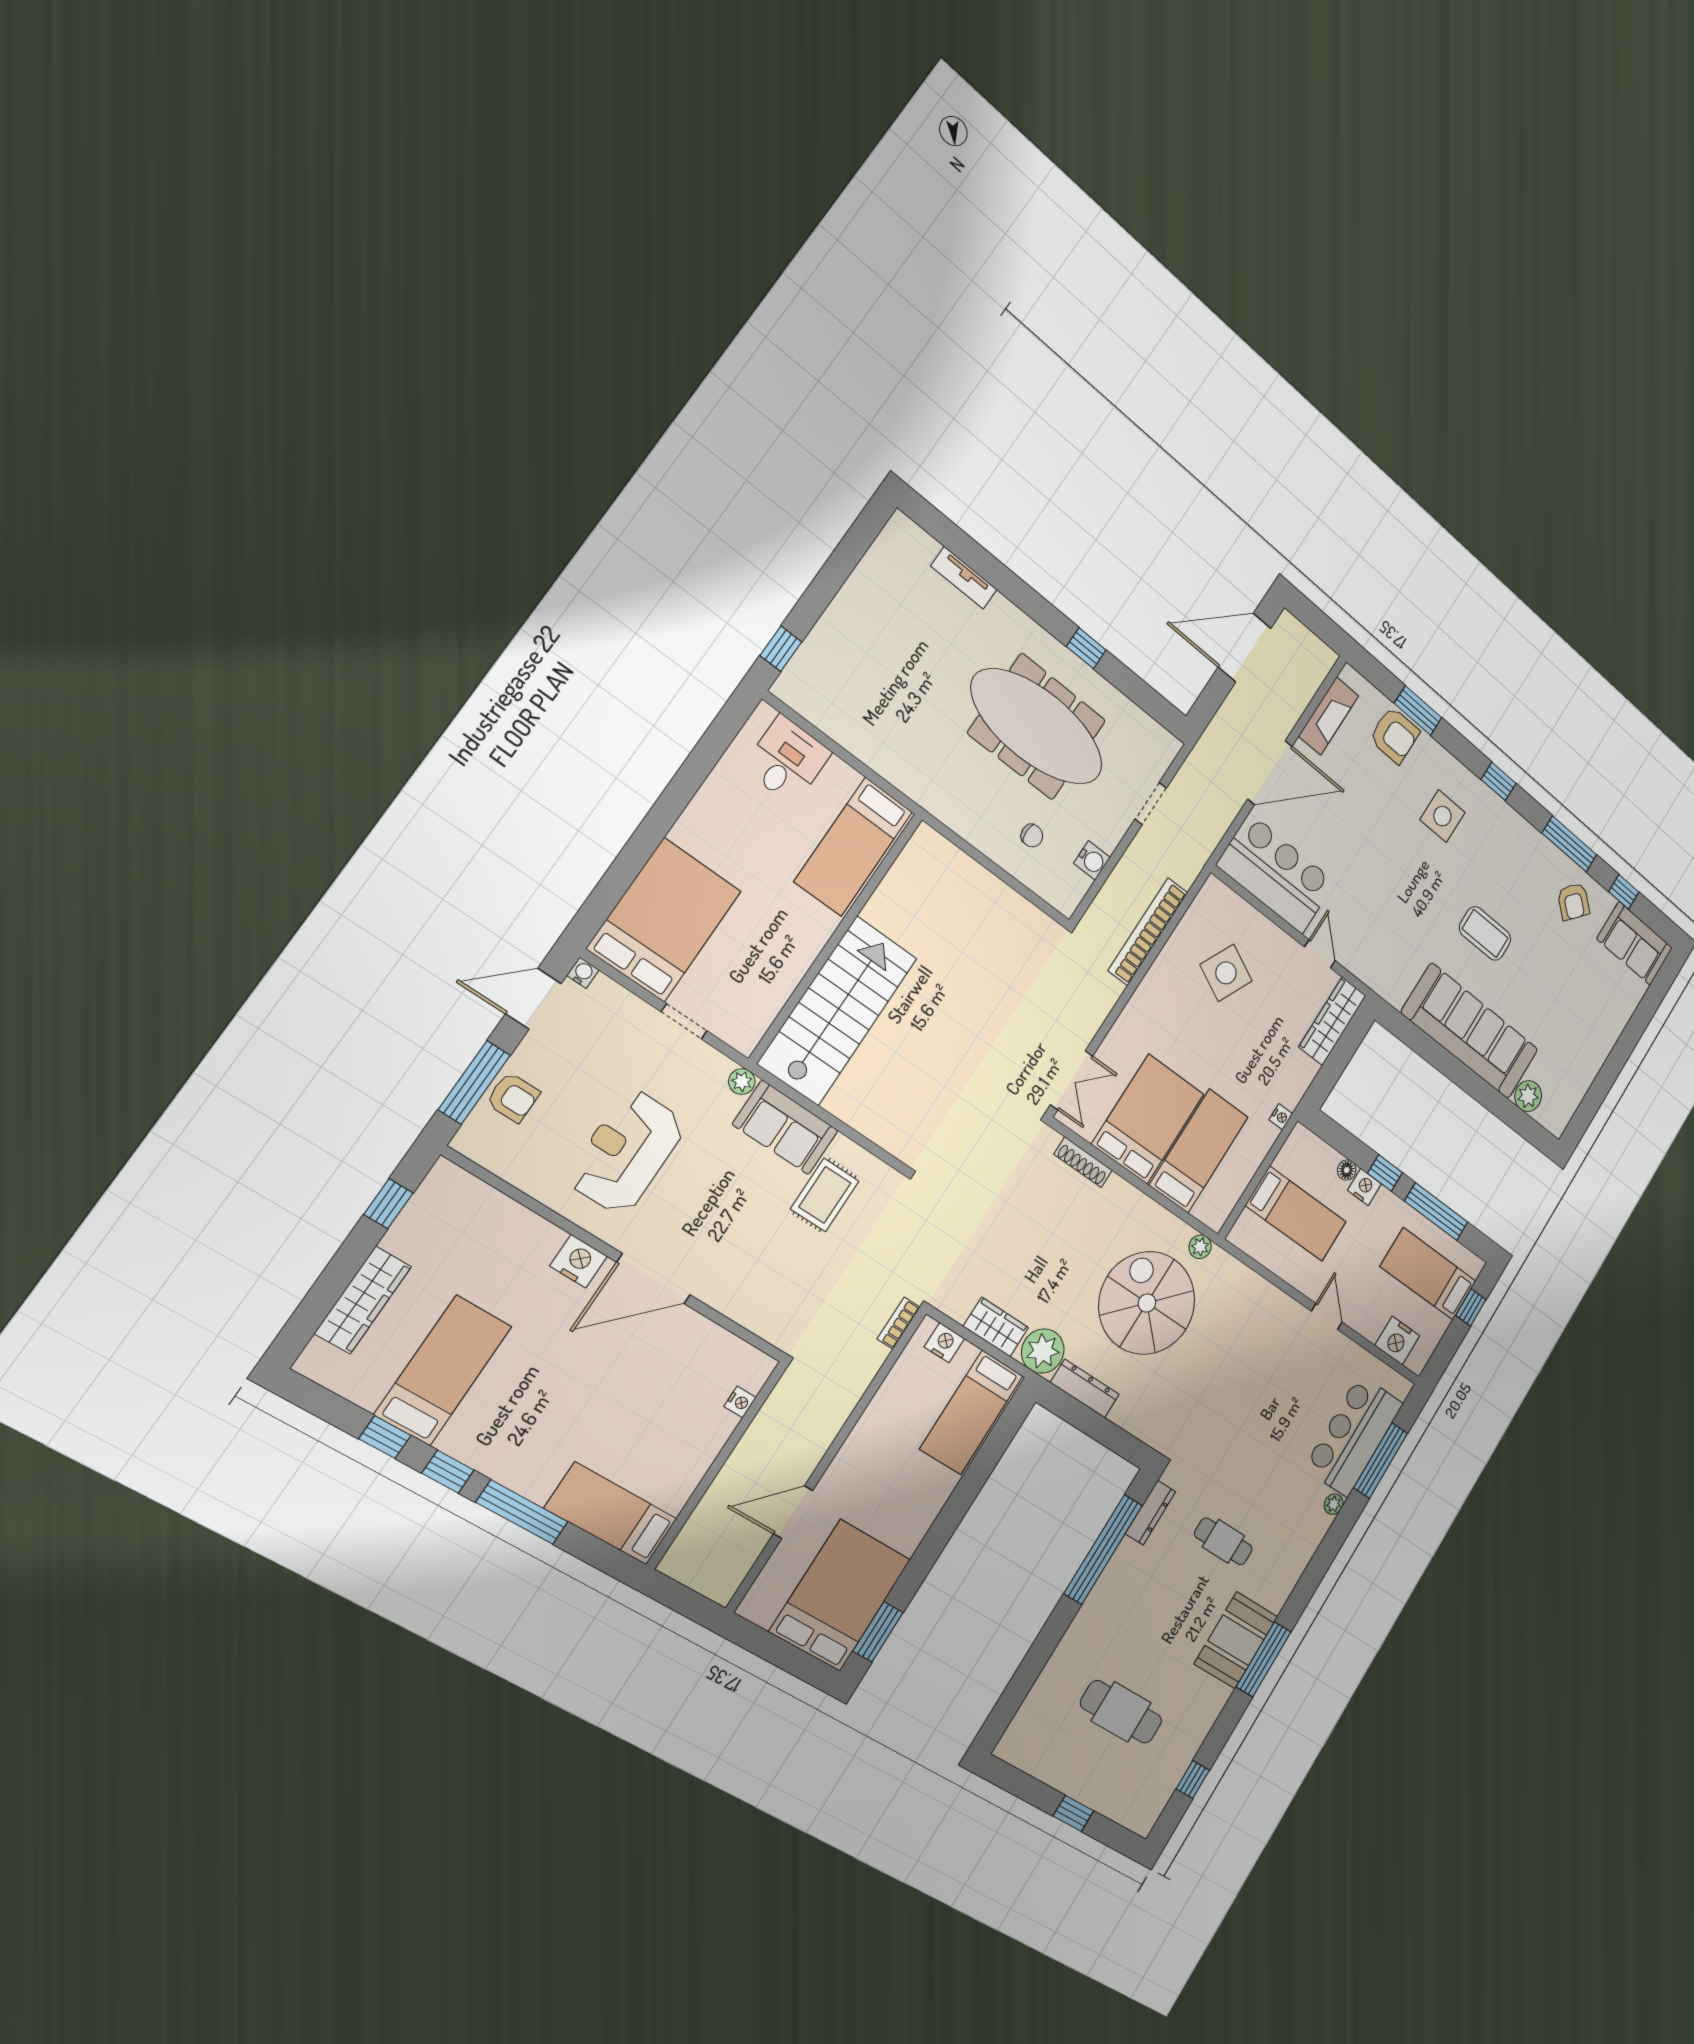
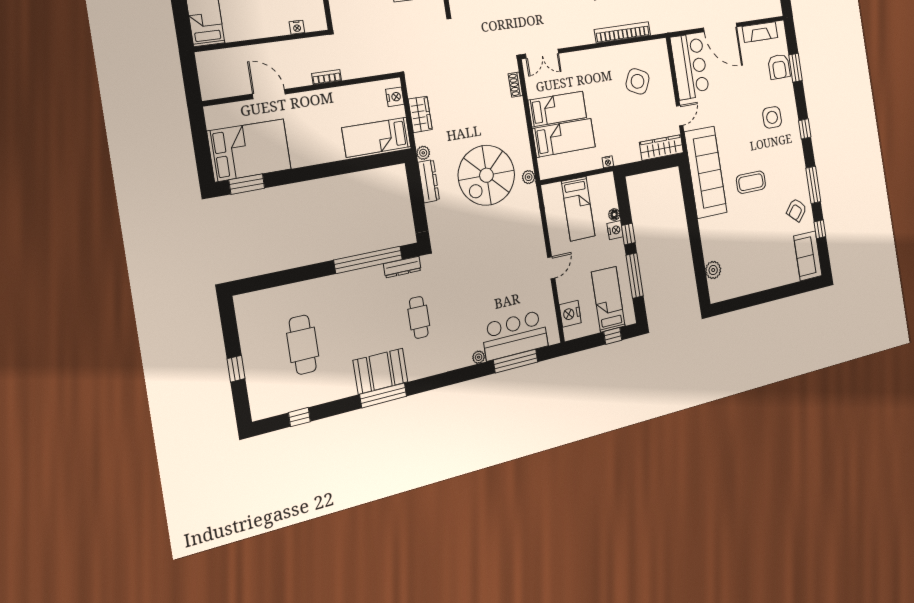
coffee table: (1485, 933) -> (751, 182), turned 90
sofa: (1470, 1031) -> (706, 172), moved
bed: (1148, 1119) -> (557, 109), width x0.67
shoe rack: (1083, 1162) -> (515, 85), width x0.70
spiral stairs: (1147, 1303) -> (486, 175), turned 180
bookcase: (899, 1323) -> (327, 77), moved
plant: (1043, 1351) -> (423, 153), width x0.53, depth x0.53

